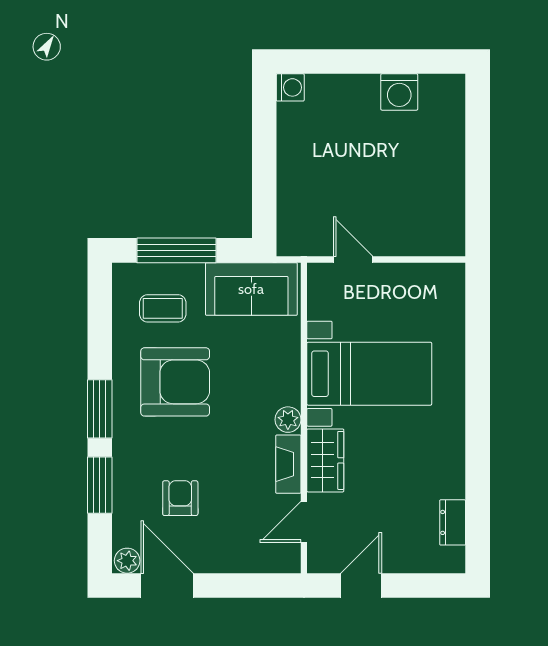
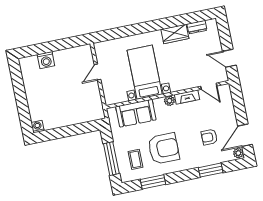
washing machine: (399, 92) -> (46, 60), moved, turned 90
door: (353, 260) -> (98, 72), moved
sofa: (251, 289) -> (136, 113), moved, turned 90
armchair: (175, 382) -> (164, 149), turned 90
window: (100, 409) -> (153, 182), moved
wardrobe: (325, 460) -> (175, 34), moved, turned 180

